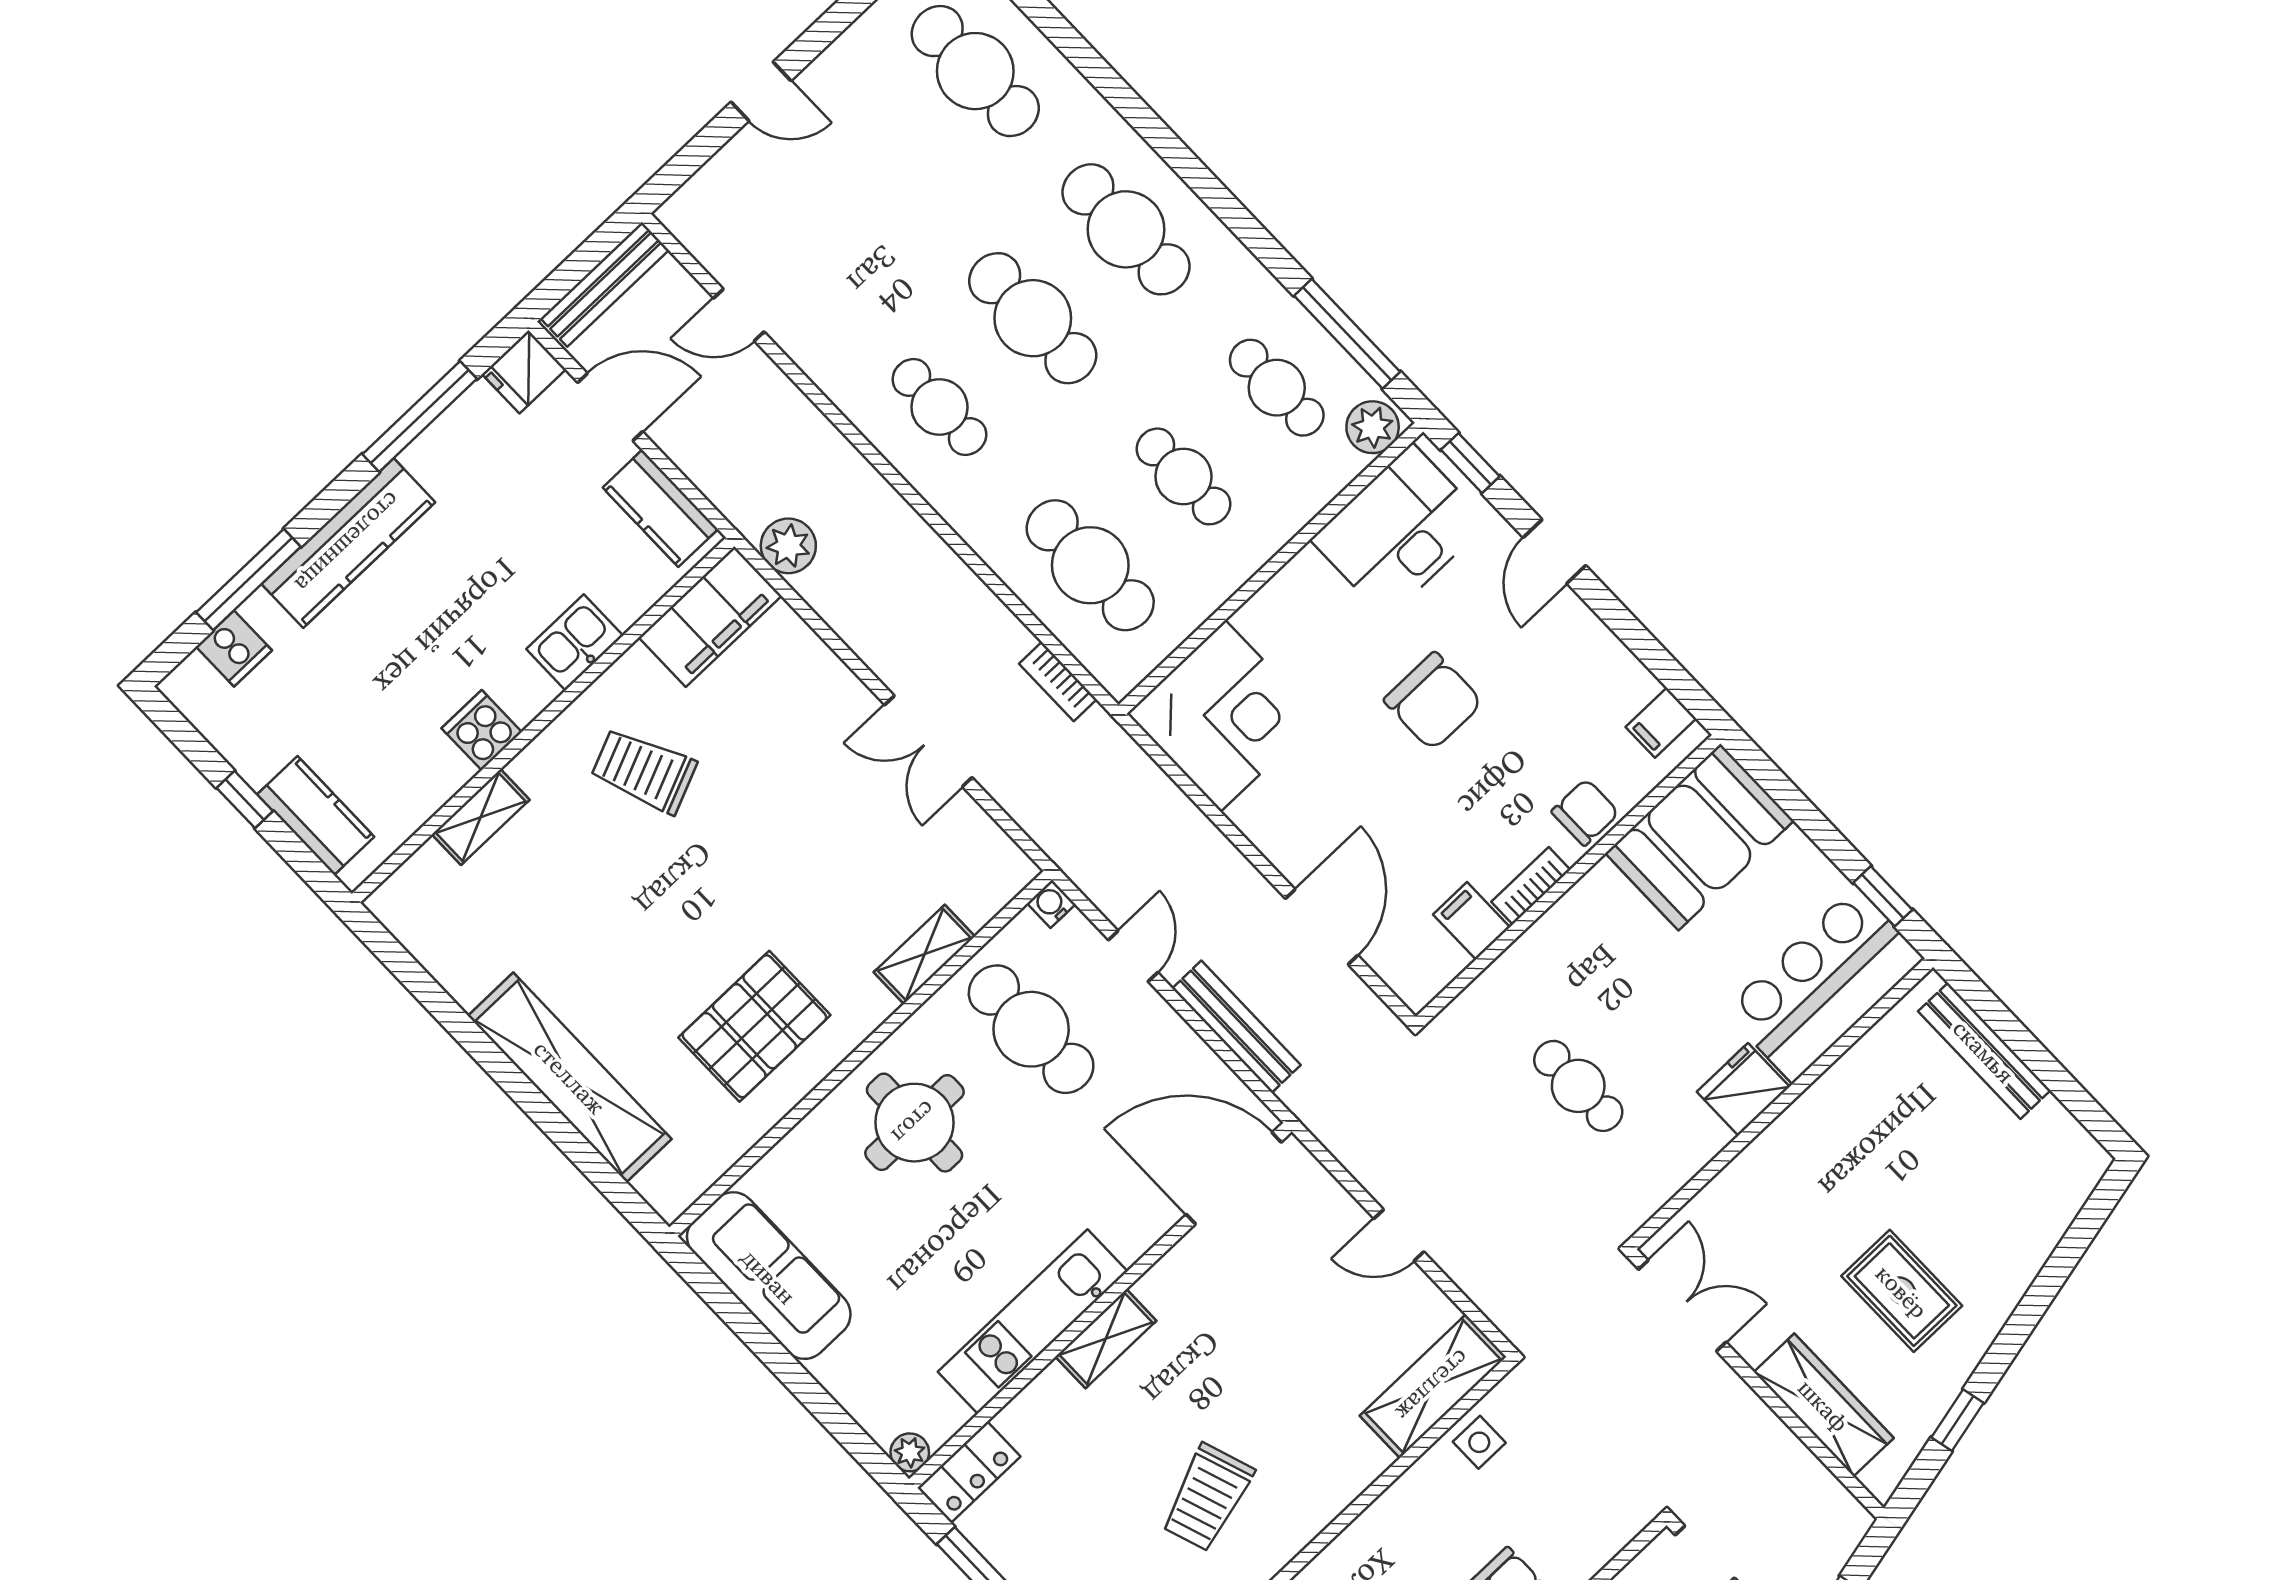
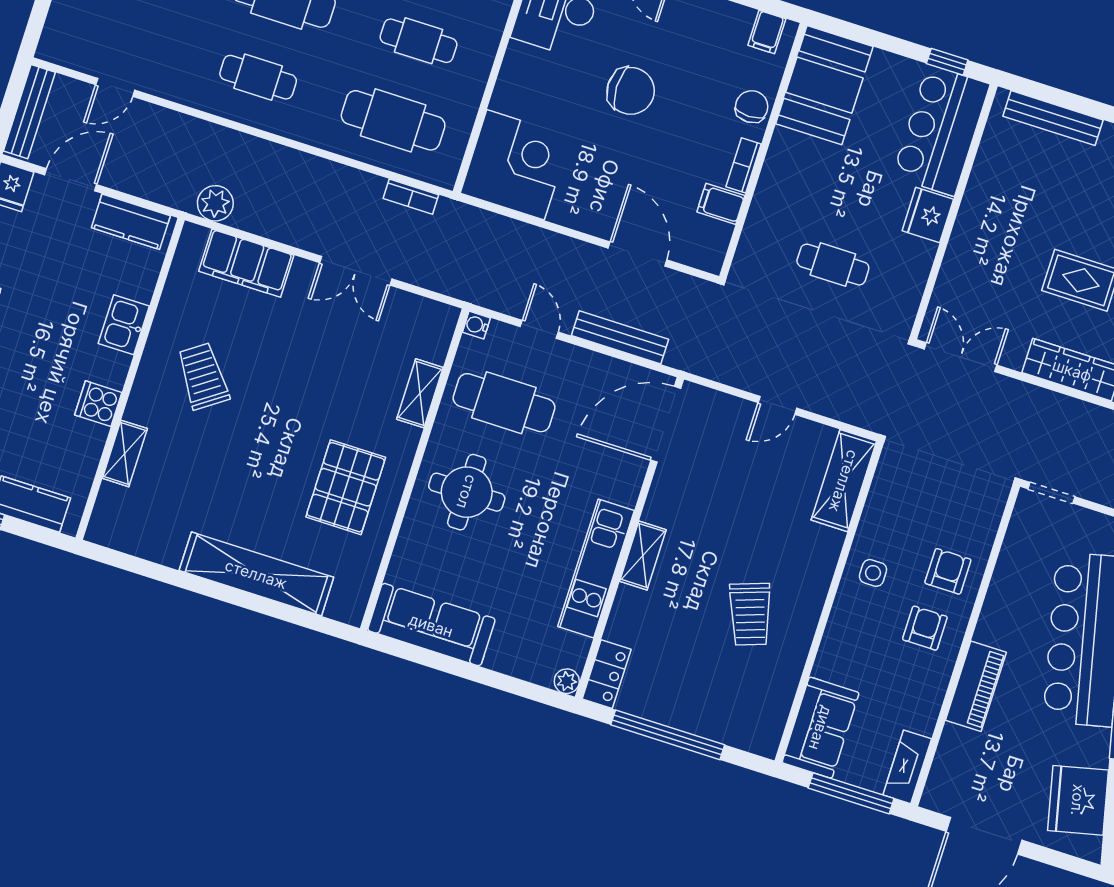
filing cabinet: (710, 617) -> (246, 263), moved, turned 90
trolley: (644, 771) -> (203, 376), turned 78
side table: (1479, 1442) -> (873, 573), moved

